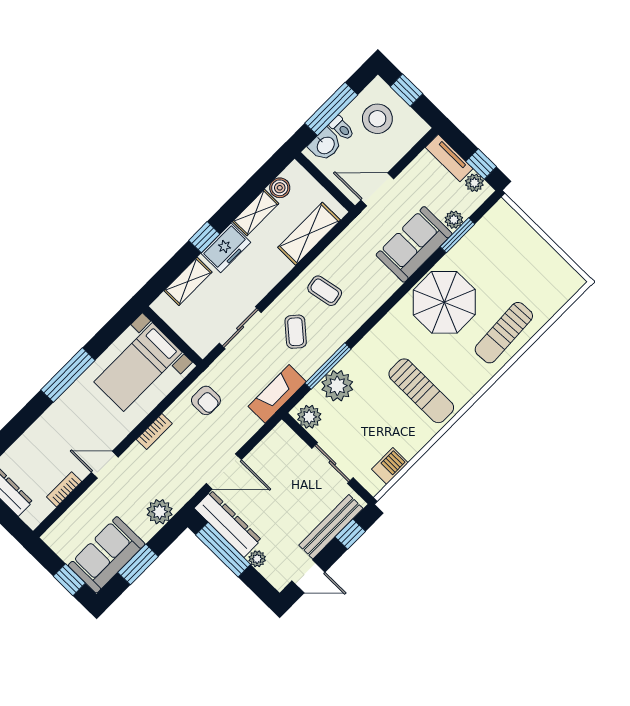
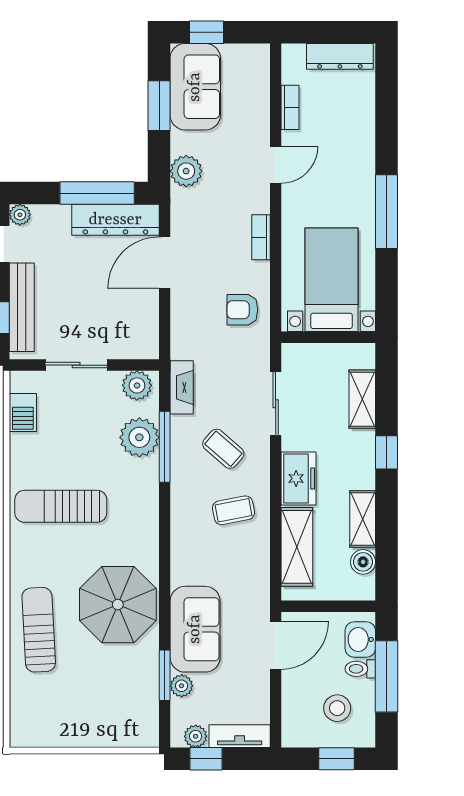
stool: (377, 119) -> (337, 708), width x0.73, depth x0.73
freezer: (226, 248) -> (298, 478), moved, turned 180
fireplace: (277, 394) -> (182, 387), width x0.73, depth x0.76
plant: (257, 559) -> (20, 215), moved

